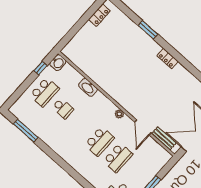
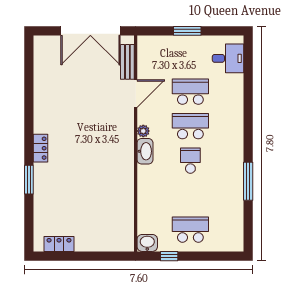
locker: (168, 59) -> (41, 148), moved
washbasin: (88, 87) -> (145, 151), moved
school desk: (63, 108) -> (190, 161), moved
window: (26, 131) -> (248, 181), moved

